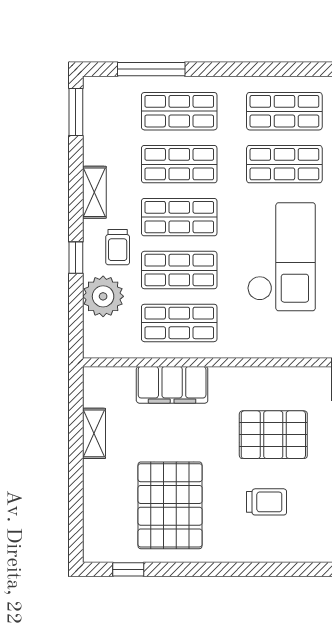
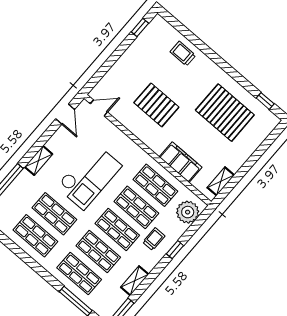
shelving: (94, 192) -> (135, 281), moved
checkout: (281, 257) -> (89, 176), turned 180
plant: (103, 296) -> (188, 212), moved
shelving: (94, 433) -> (221, 181), moved
trolley: (267, 502) -> (183, 54), moved
pallet: (170, 505) -> (225, 113), turned 90

